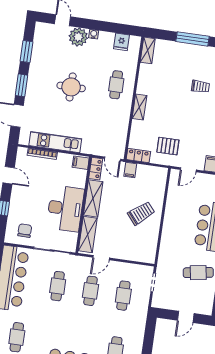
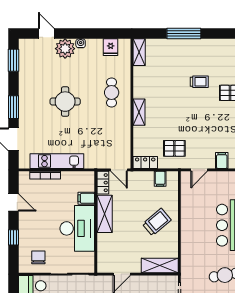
window: (26, 52) -> (13, 60), moved
filing cabinet: (81, 163) -> (86, 198), moved
filing cabinet: (130, 170) -> (160, 179), moved
shelving: (88, 235) -> (160, 265), moved, turned 90

